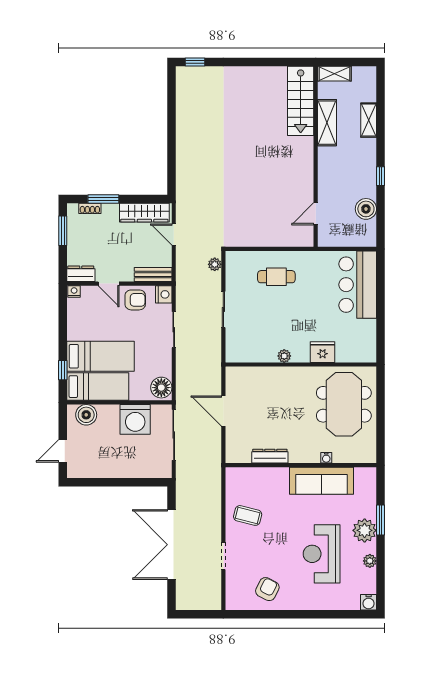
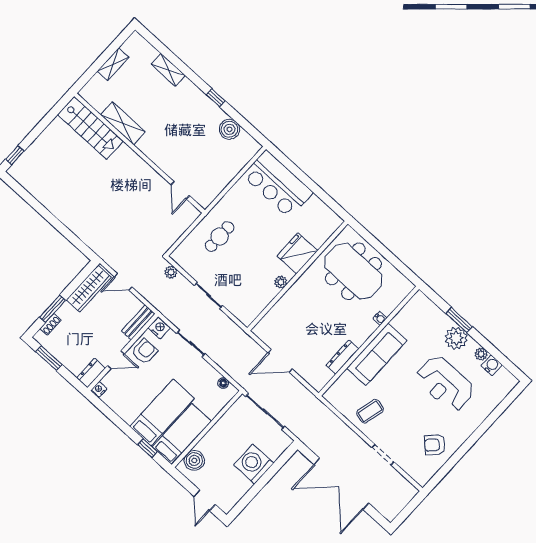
stairs: (301, 101) -> (90, 128), moved
shelving: (327, 123) -> (123, 123), moved
wall: (316, 156) -> (140, 153), moved
door: (316, 214) -> (180, 190), moved
fridge: (323, 352) -> (297, 253), width x1.36, depth x1.34
floor lamp: (161, 388) -> (223, 383), width x0.53, depth x0.53
washing machine: (135, 419) -> (254, 464), moved, turned 180
sofa: (321, 481) -> (377, 354), moved
armchair: (267, 589) -> (435, 445), turned -73
water cooler: (369, 602) -> (492, 365), moved, turned -90

